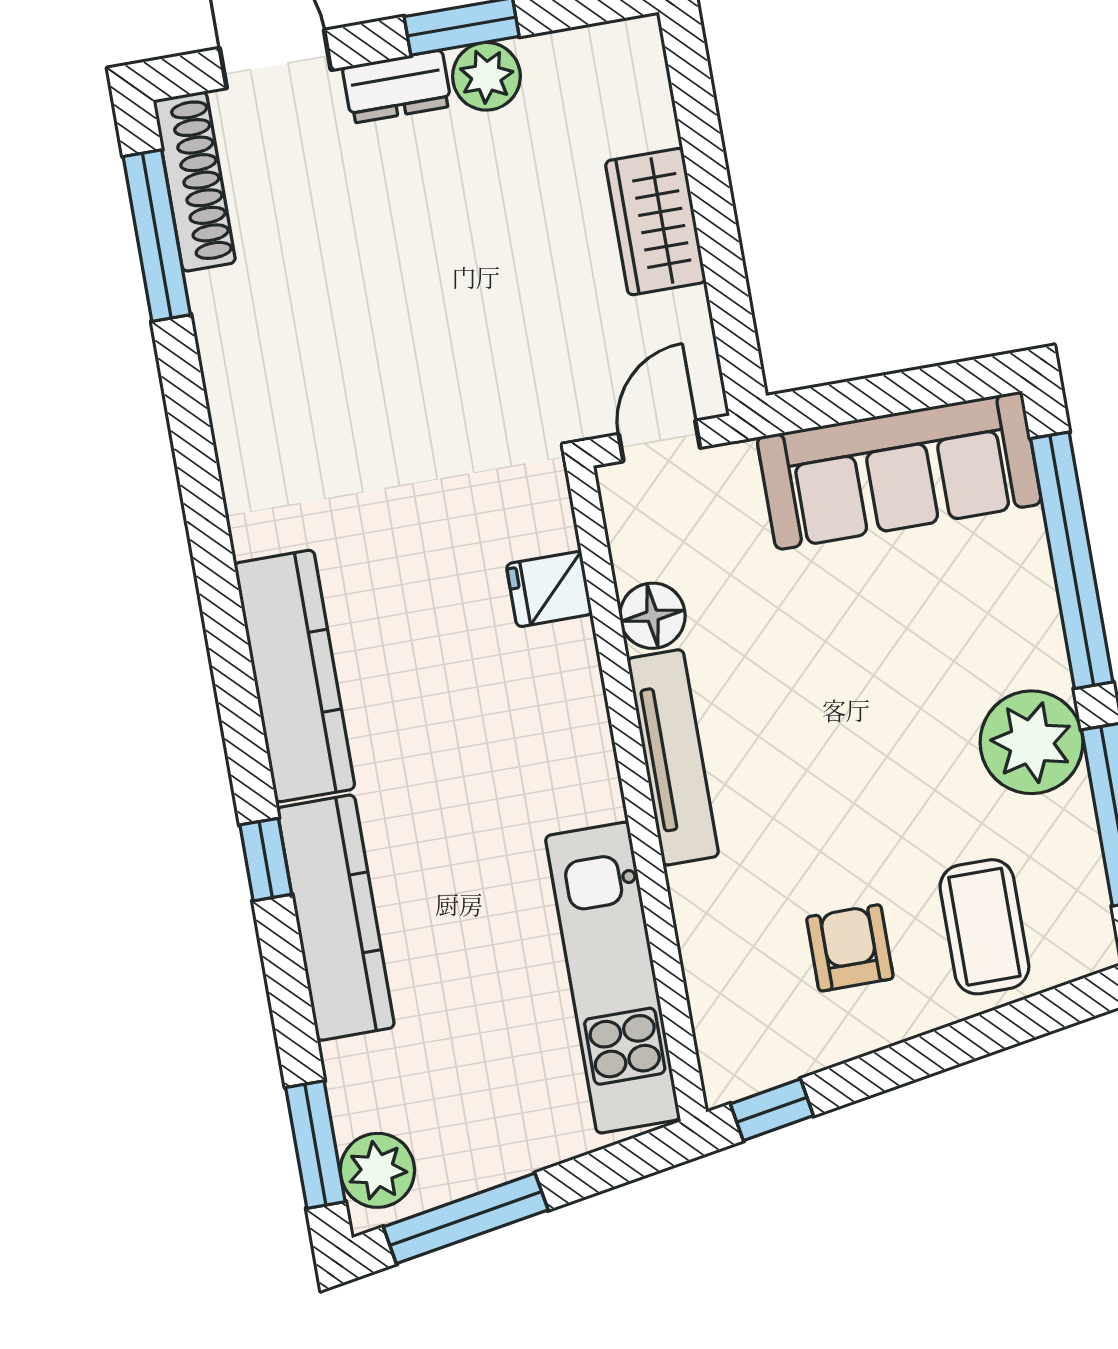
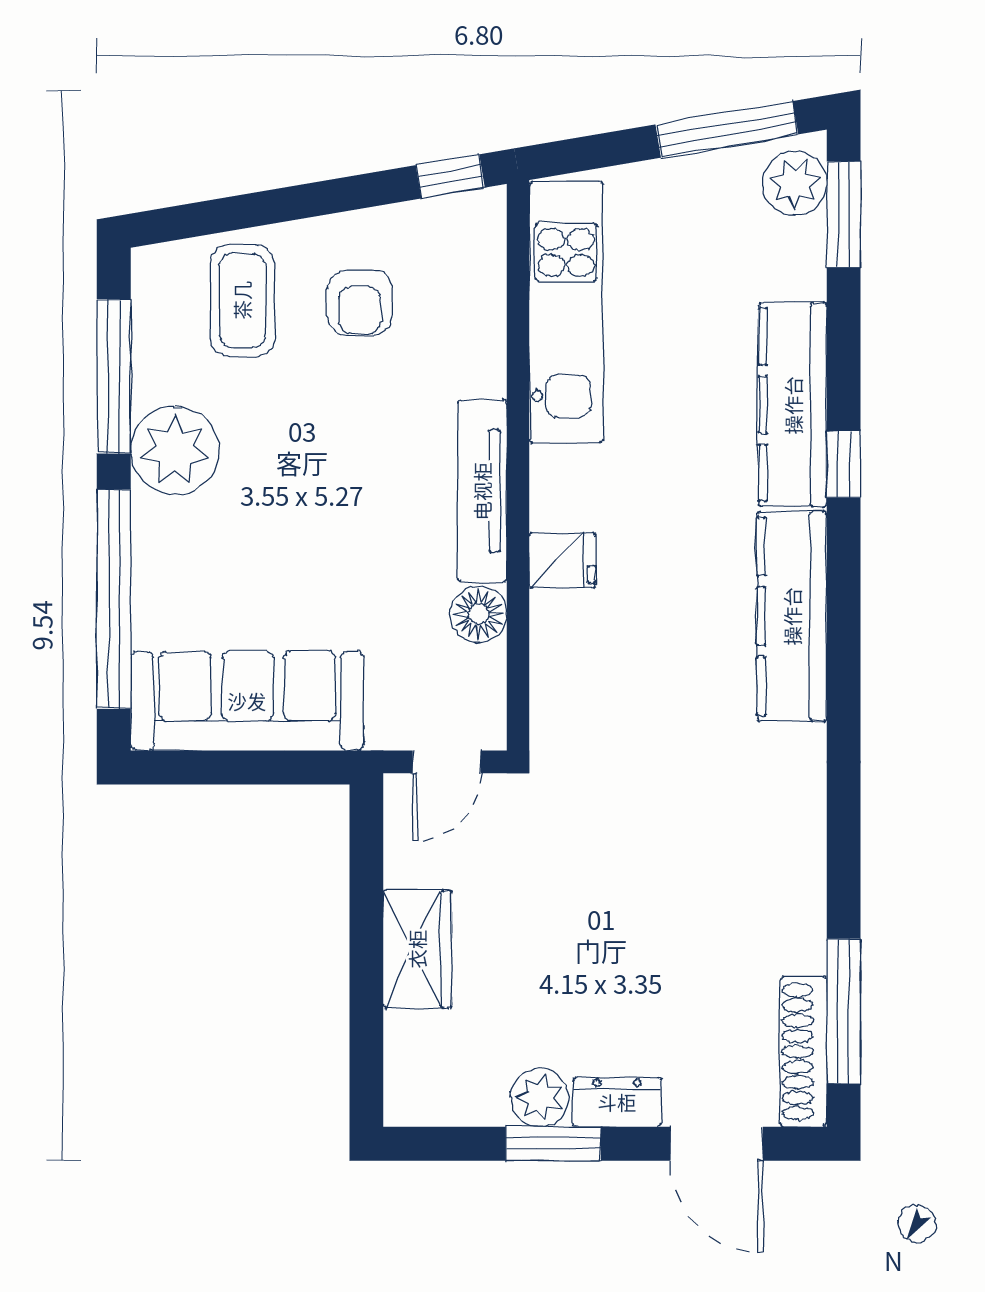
fridge: (549, 589) -> (562, 560), moved

